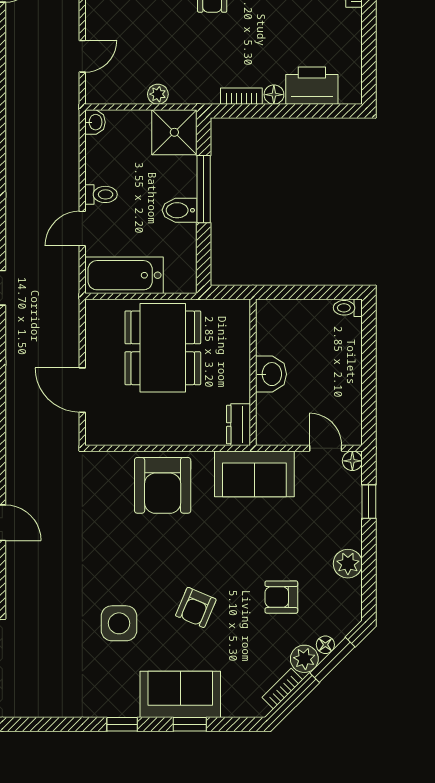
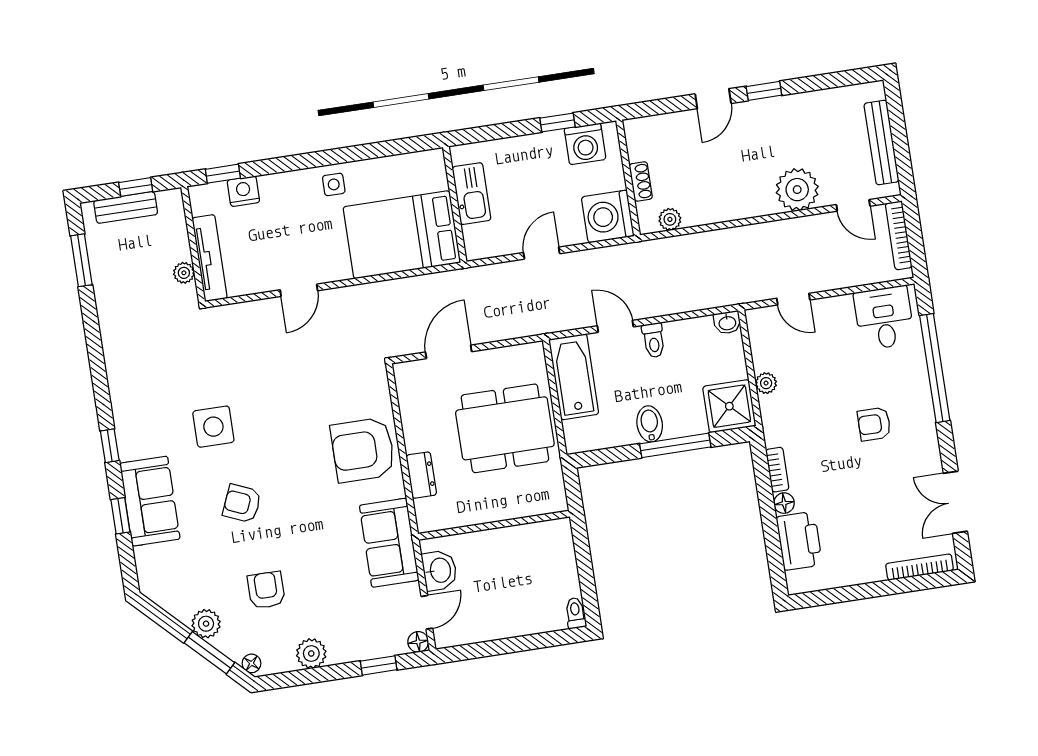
washbasin: (271, 374) -> (440, 570), moved, turned -90
dresser: (238, 425) -> (421, 475), moved, turned 90
floor lamp: (325, 645) -> (251, 663), moved
bookcase: (282, 689) -> (172, 606), removed

